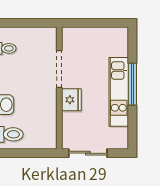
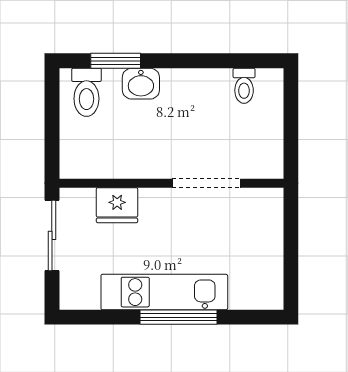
fridge: (71, 100) -> (117, 205), moved

